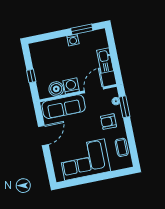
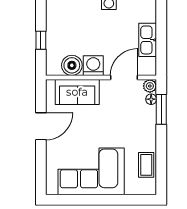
plant: (113, 92) -> (150, 86), added
sofa: (64, 107) -> (77, 92), width x0.73
armchair: (108, 122) -> (135, 125), removed

